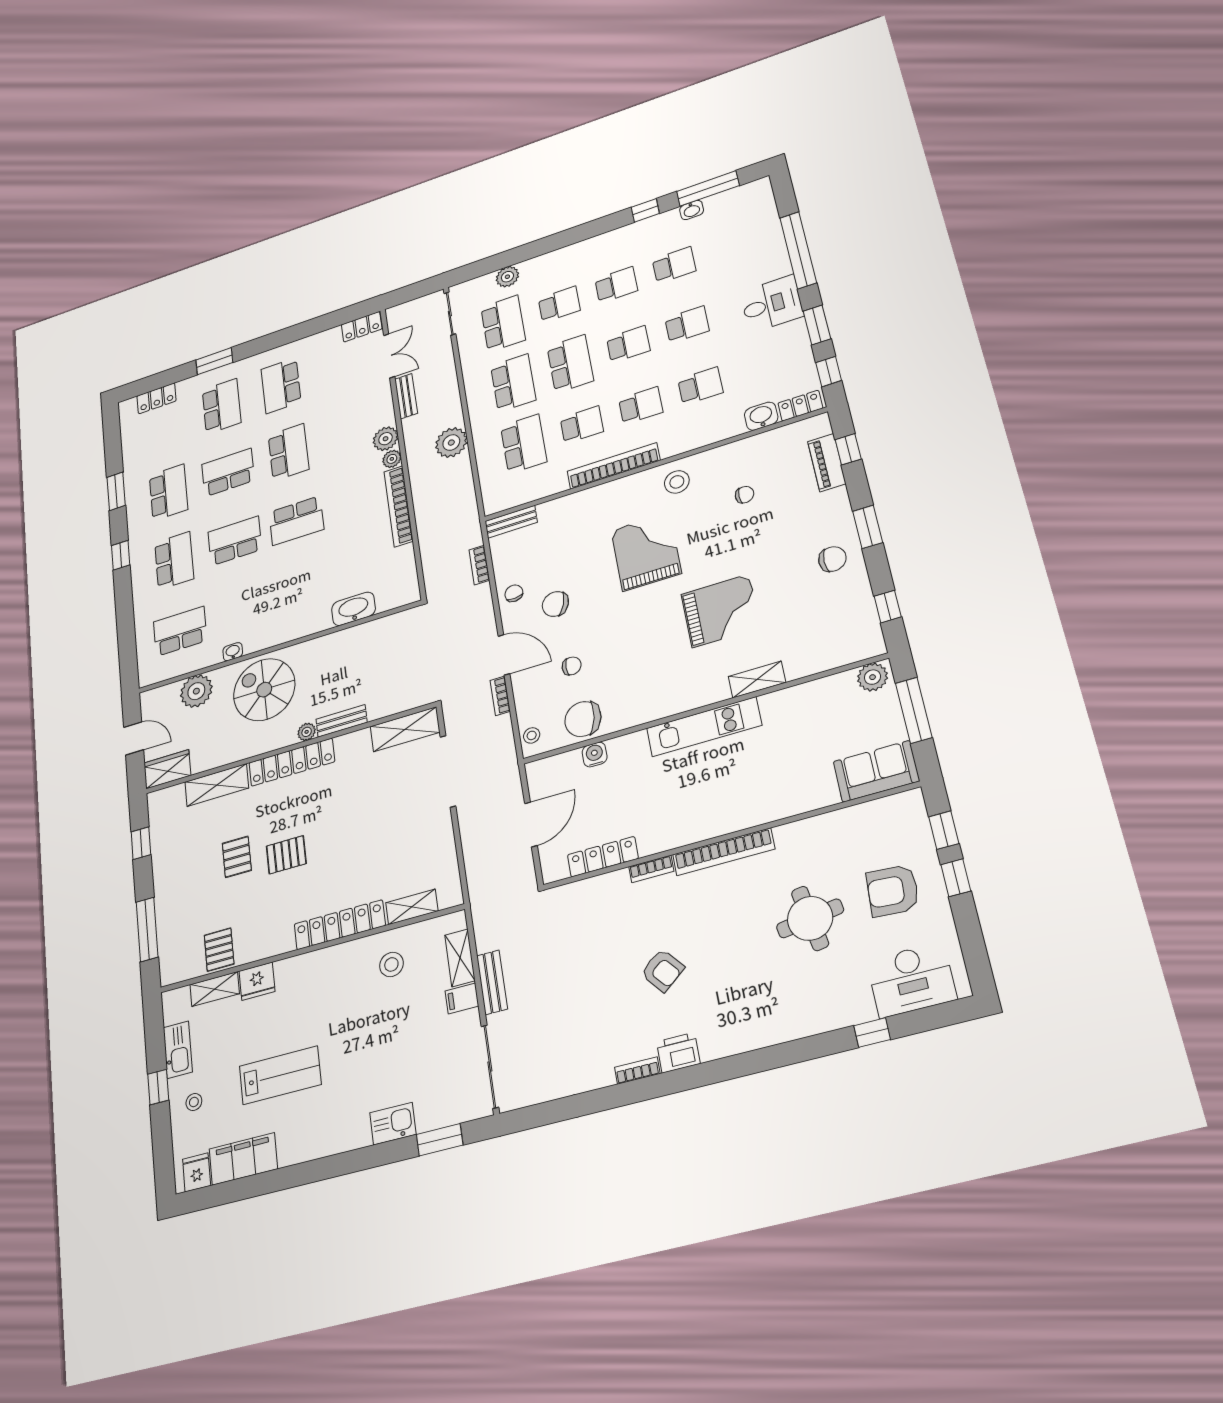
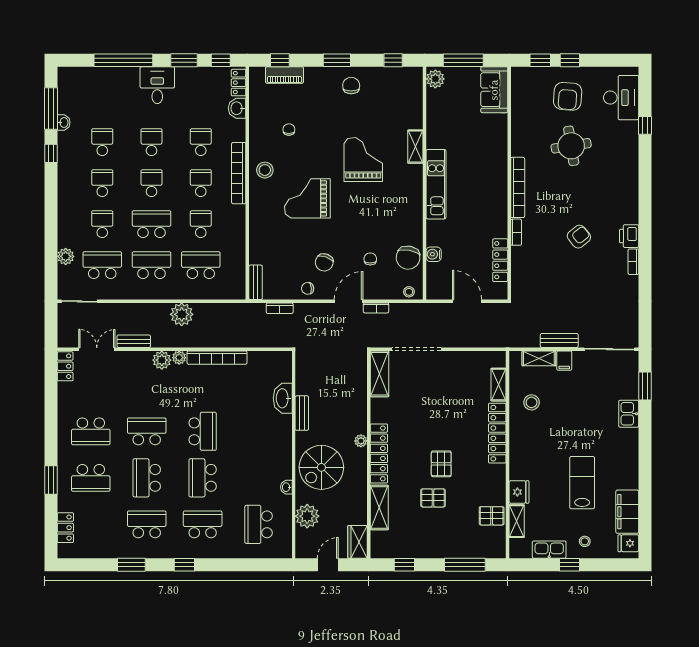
school desk: (222, 406) -> (91, 478), turned 180
bookcase: (614, 466) -> (239, 173), moved
bench: (342, 721) -> (302, 413), moved

